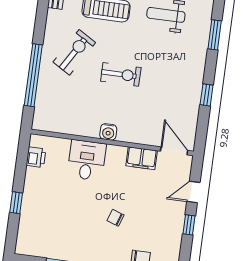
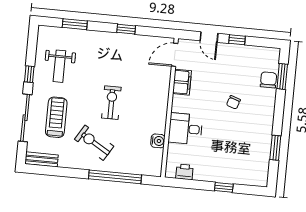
water cooler: (108, 132) -> (158, 141), moved

